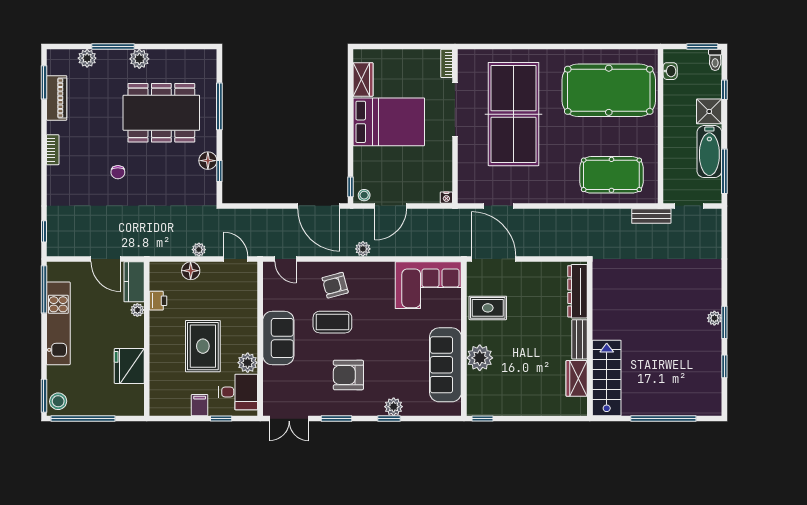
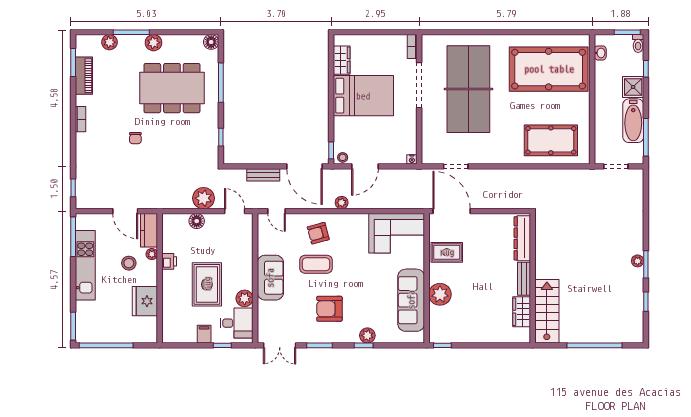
floor lamp: (208, 161) -> (211, 42), moved
bench: (651, 216) -> (263, 175), moved
plant: (199, 250) -> (203, 198), width x1.88, depth x1.88
printer: (158, 301) -> (169, 261), moved
stool: (58, 401) -> (129, 263), moved

